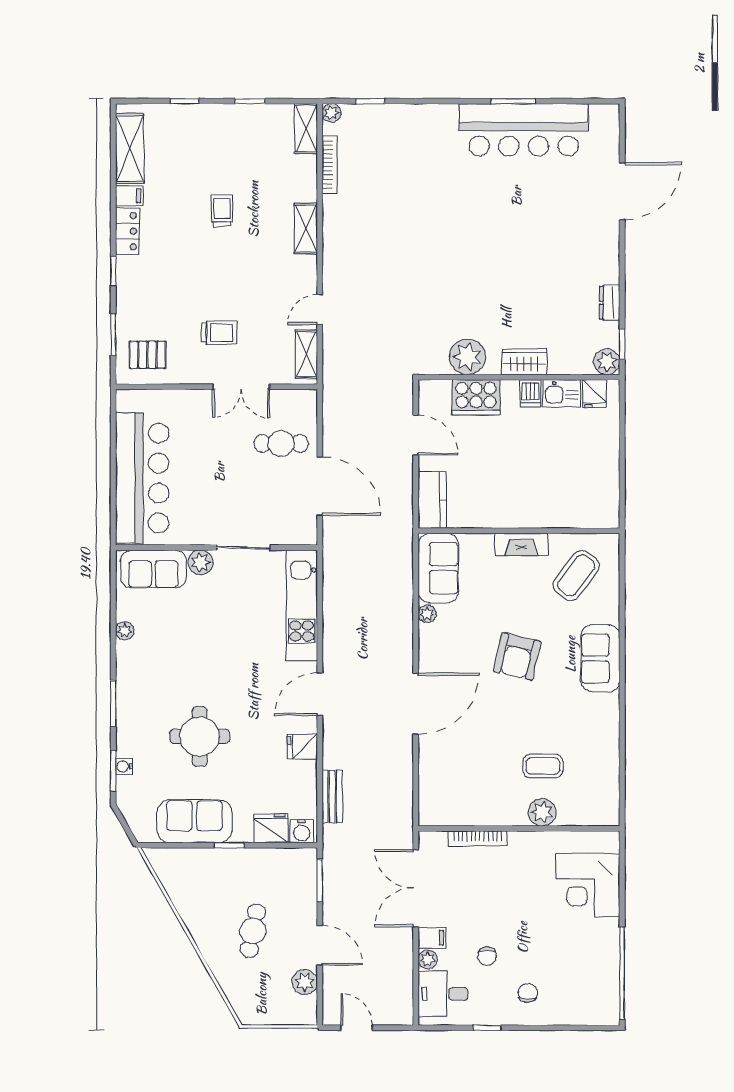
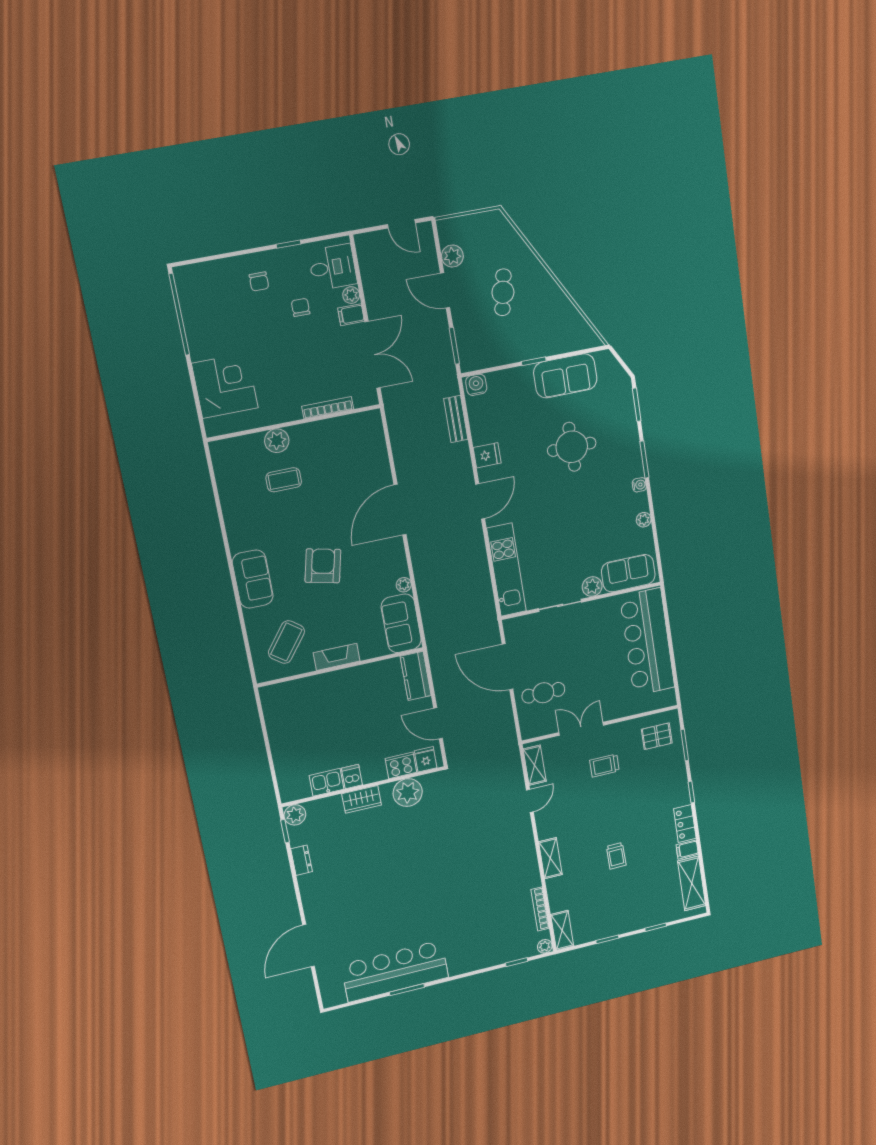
fridge: (594, 394) -> (426, 759), moved
cooker: (476, 397) -> (401, 765), width x0.73, depth x0.76
water cooler: (124, 766) -> (639, 485), moved
fridge: (271, 828) -> (502, 382), removed

